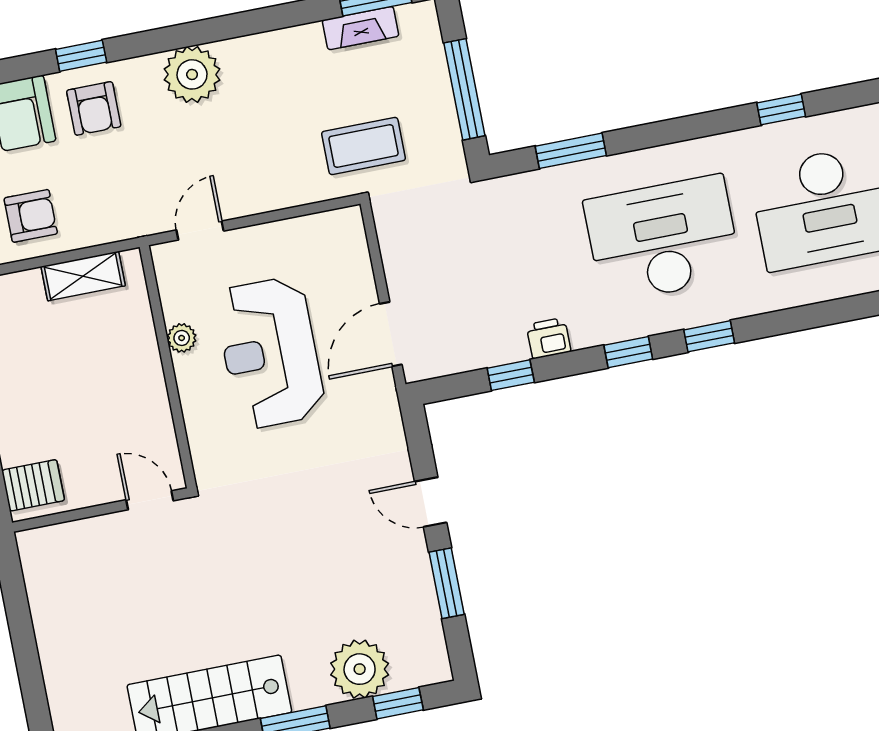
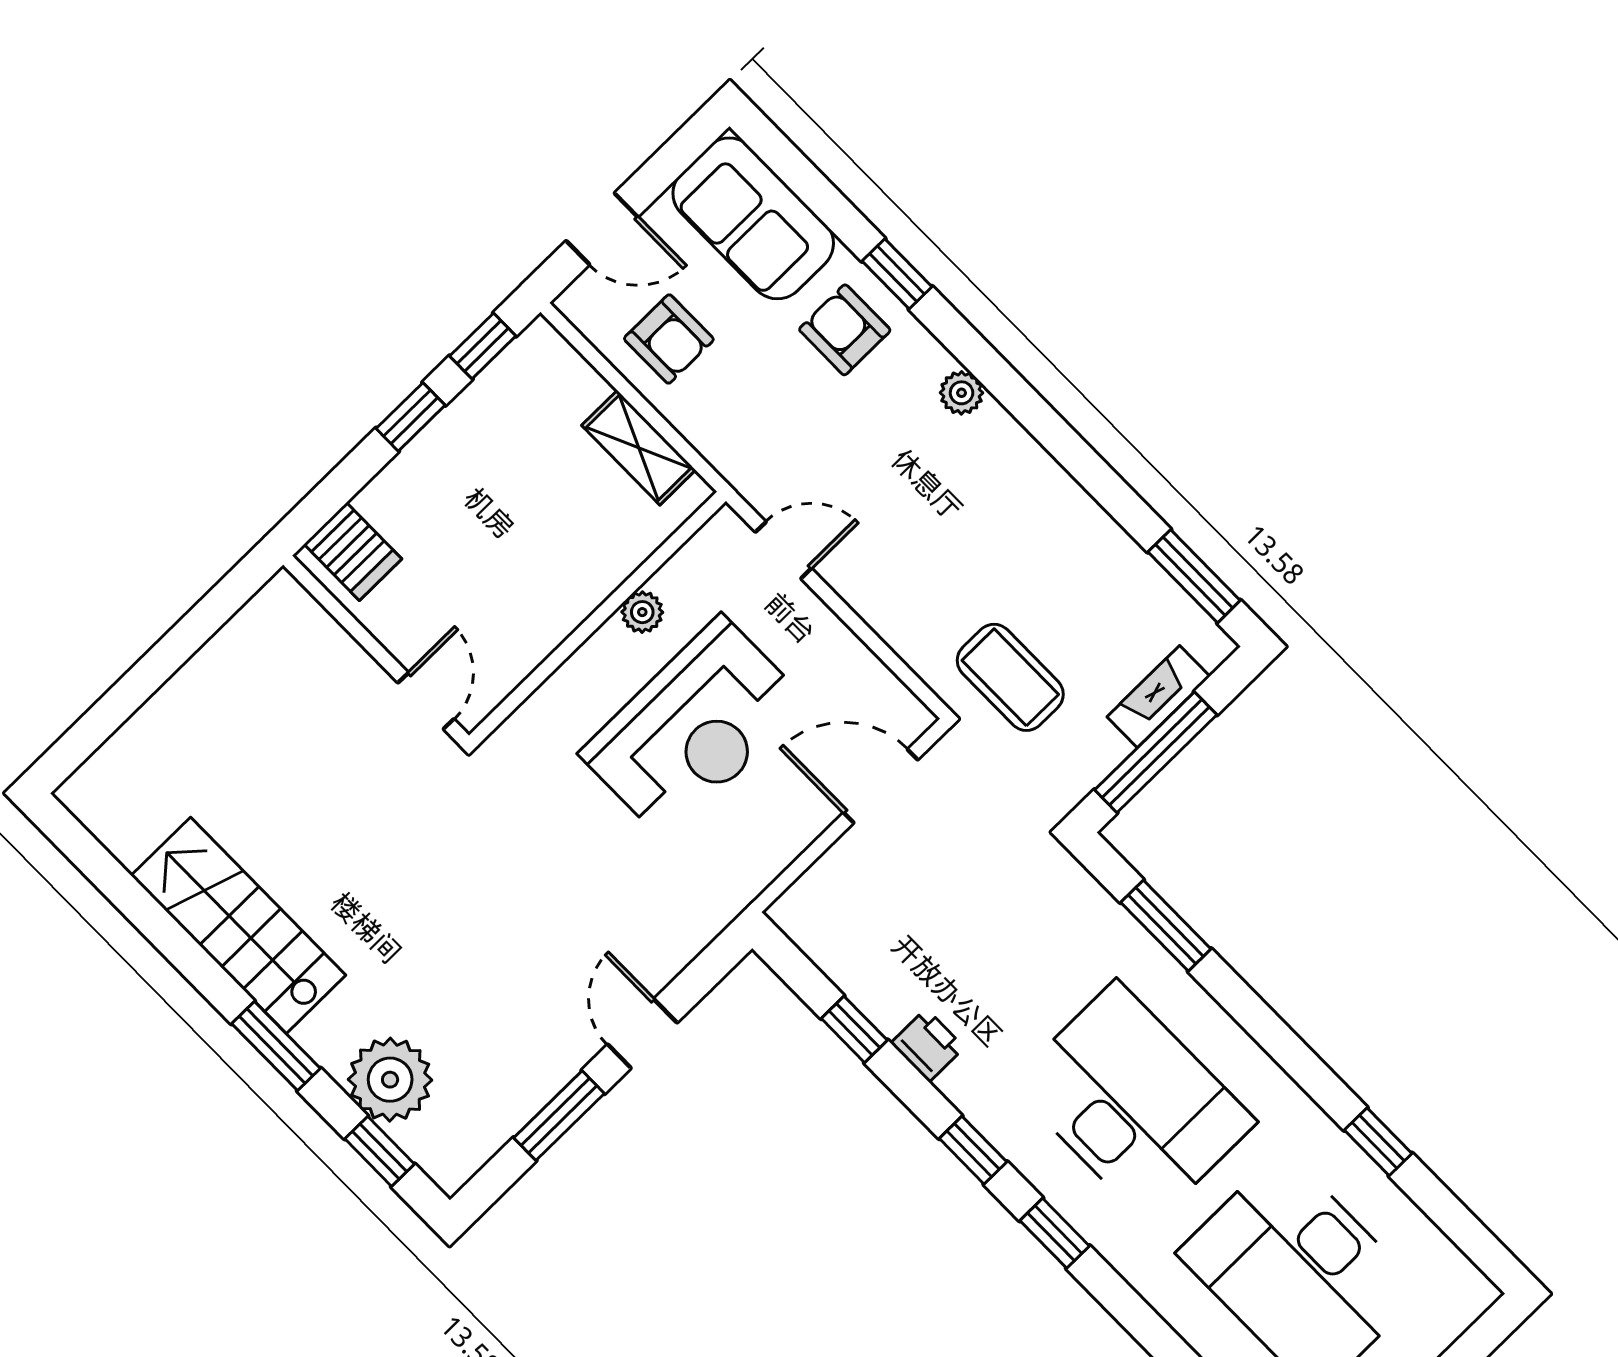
fireplace: (361, 28) -> (1159, 697), moved, turned 90
plant: (192, 74) -> (962, 393), width x0.53, depth x0.53
armchair: (94, 108) -> (845, 330), turned 90
door: (391, 334) -> (881, 786), moved
reception desk: (270, 353) -> (693, 728), turned 180

